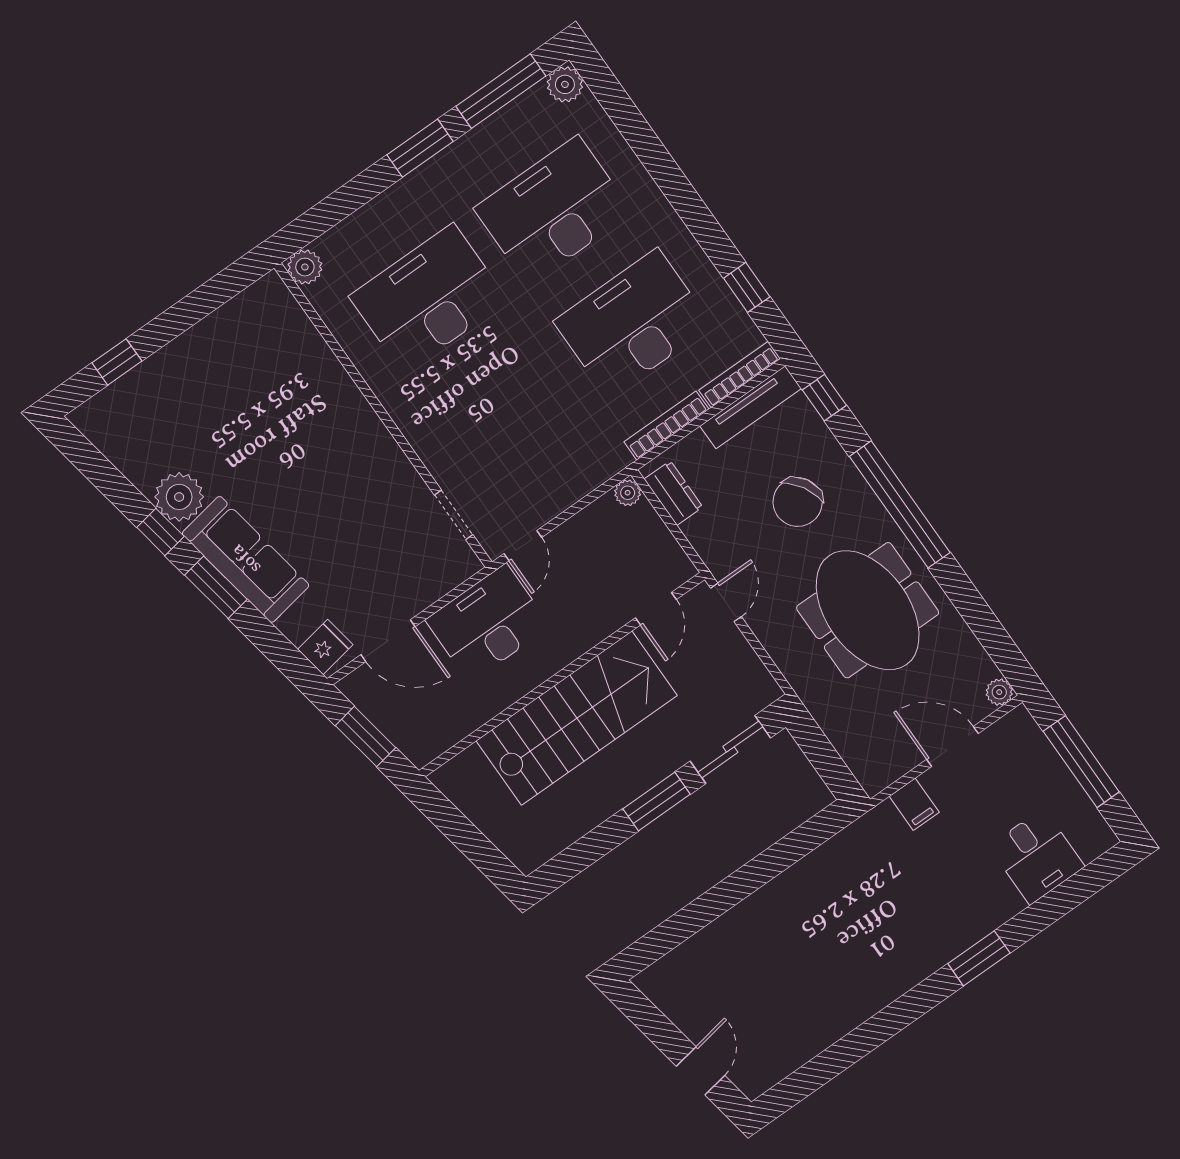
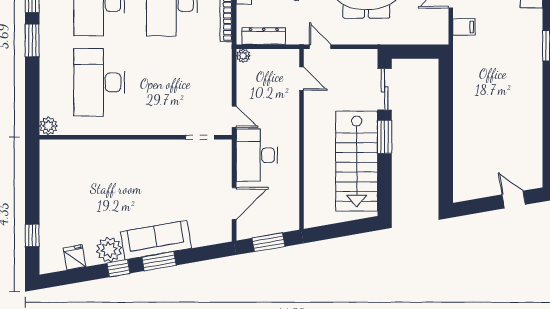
dresser: (673, 493) -> (264, 36), width x1.44
fridge: (325, 647) -> (74, 257), moved
stairs: (577, 718) -> (357, 161), moved, turned 180

